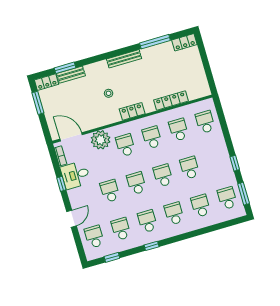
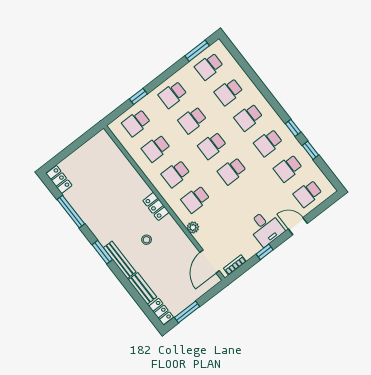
bench: (124, 59) -> (120, 260), moved
window: (65, 68) -> (102, 252), moved
locker: (171, 101) -> (128, 169), removed
plant: (101, 140) -> (193, 227), width x0.53, depth x0.53
window: (235, 163) -> (138, 96), moved
desk: (75, 175) -> (266, 228), moved
school desk: (110, 191) -> (173, 95), moved
window: (112, 257) -> (310, 150), moved

